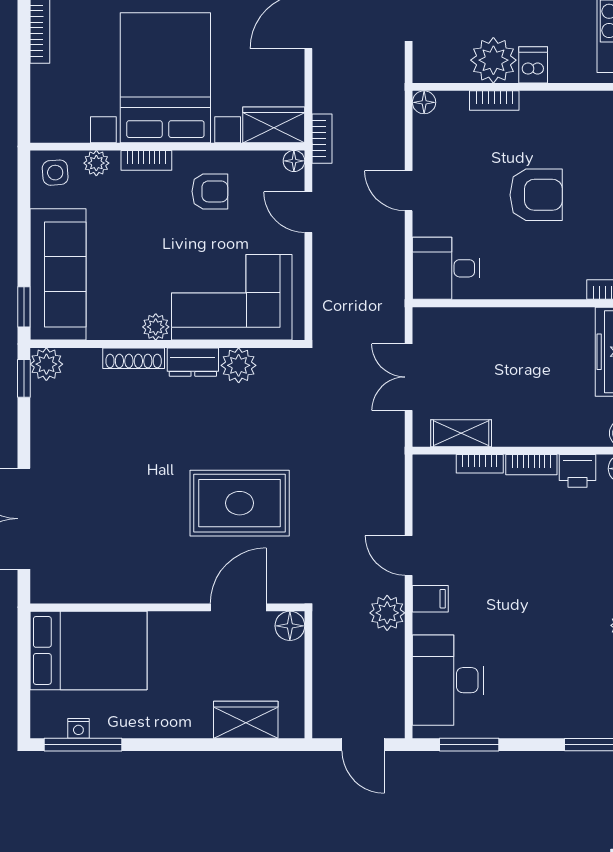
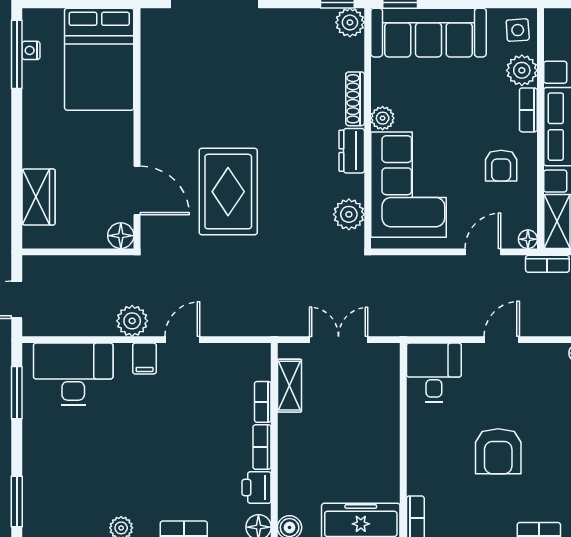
plant: (96, 163) -> (522, 70), width x1.38, depth x1.38
plant: (239, 365) -> (349, 214), moved

